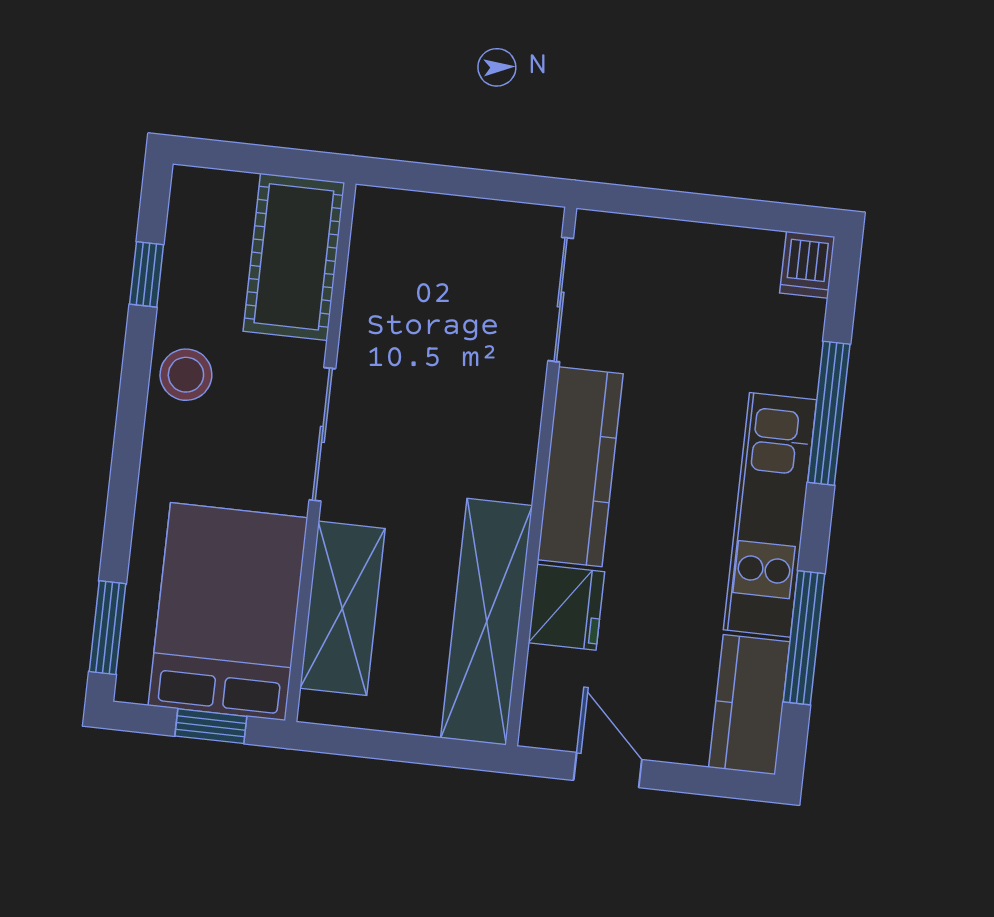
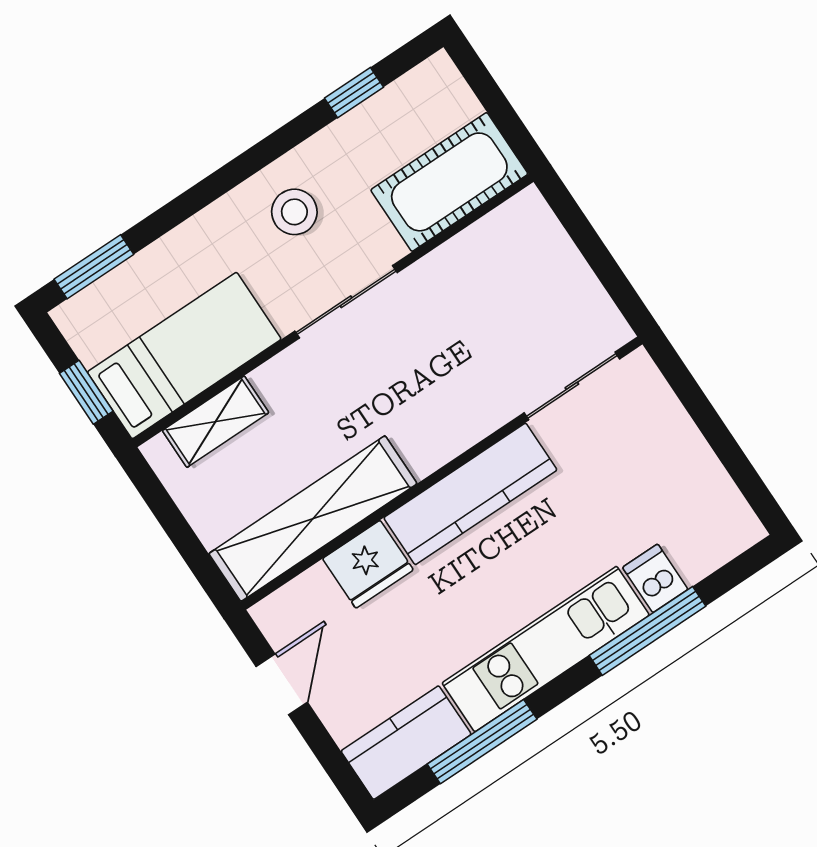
dishwasher: (807, 265) -> (655, 578), moved, turned 90
stool: (186, 375) -> (294, 212), moved
shelving: (342, 608) -> (216, 422), width x0.67, depth x0.75
bed: (228, 612) -> (184, 356), width x0.67

